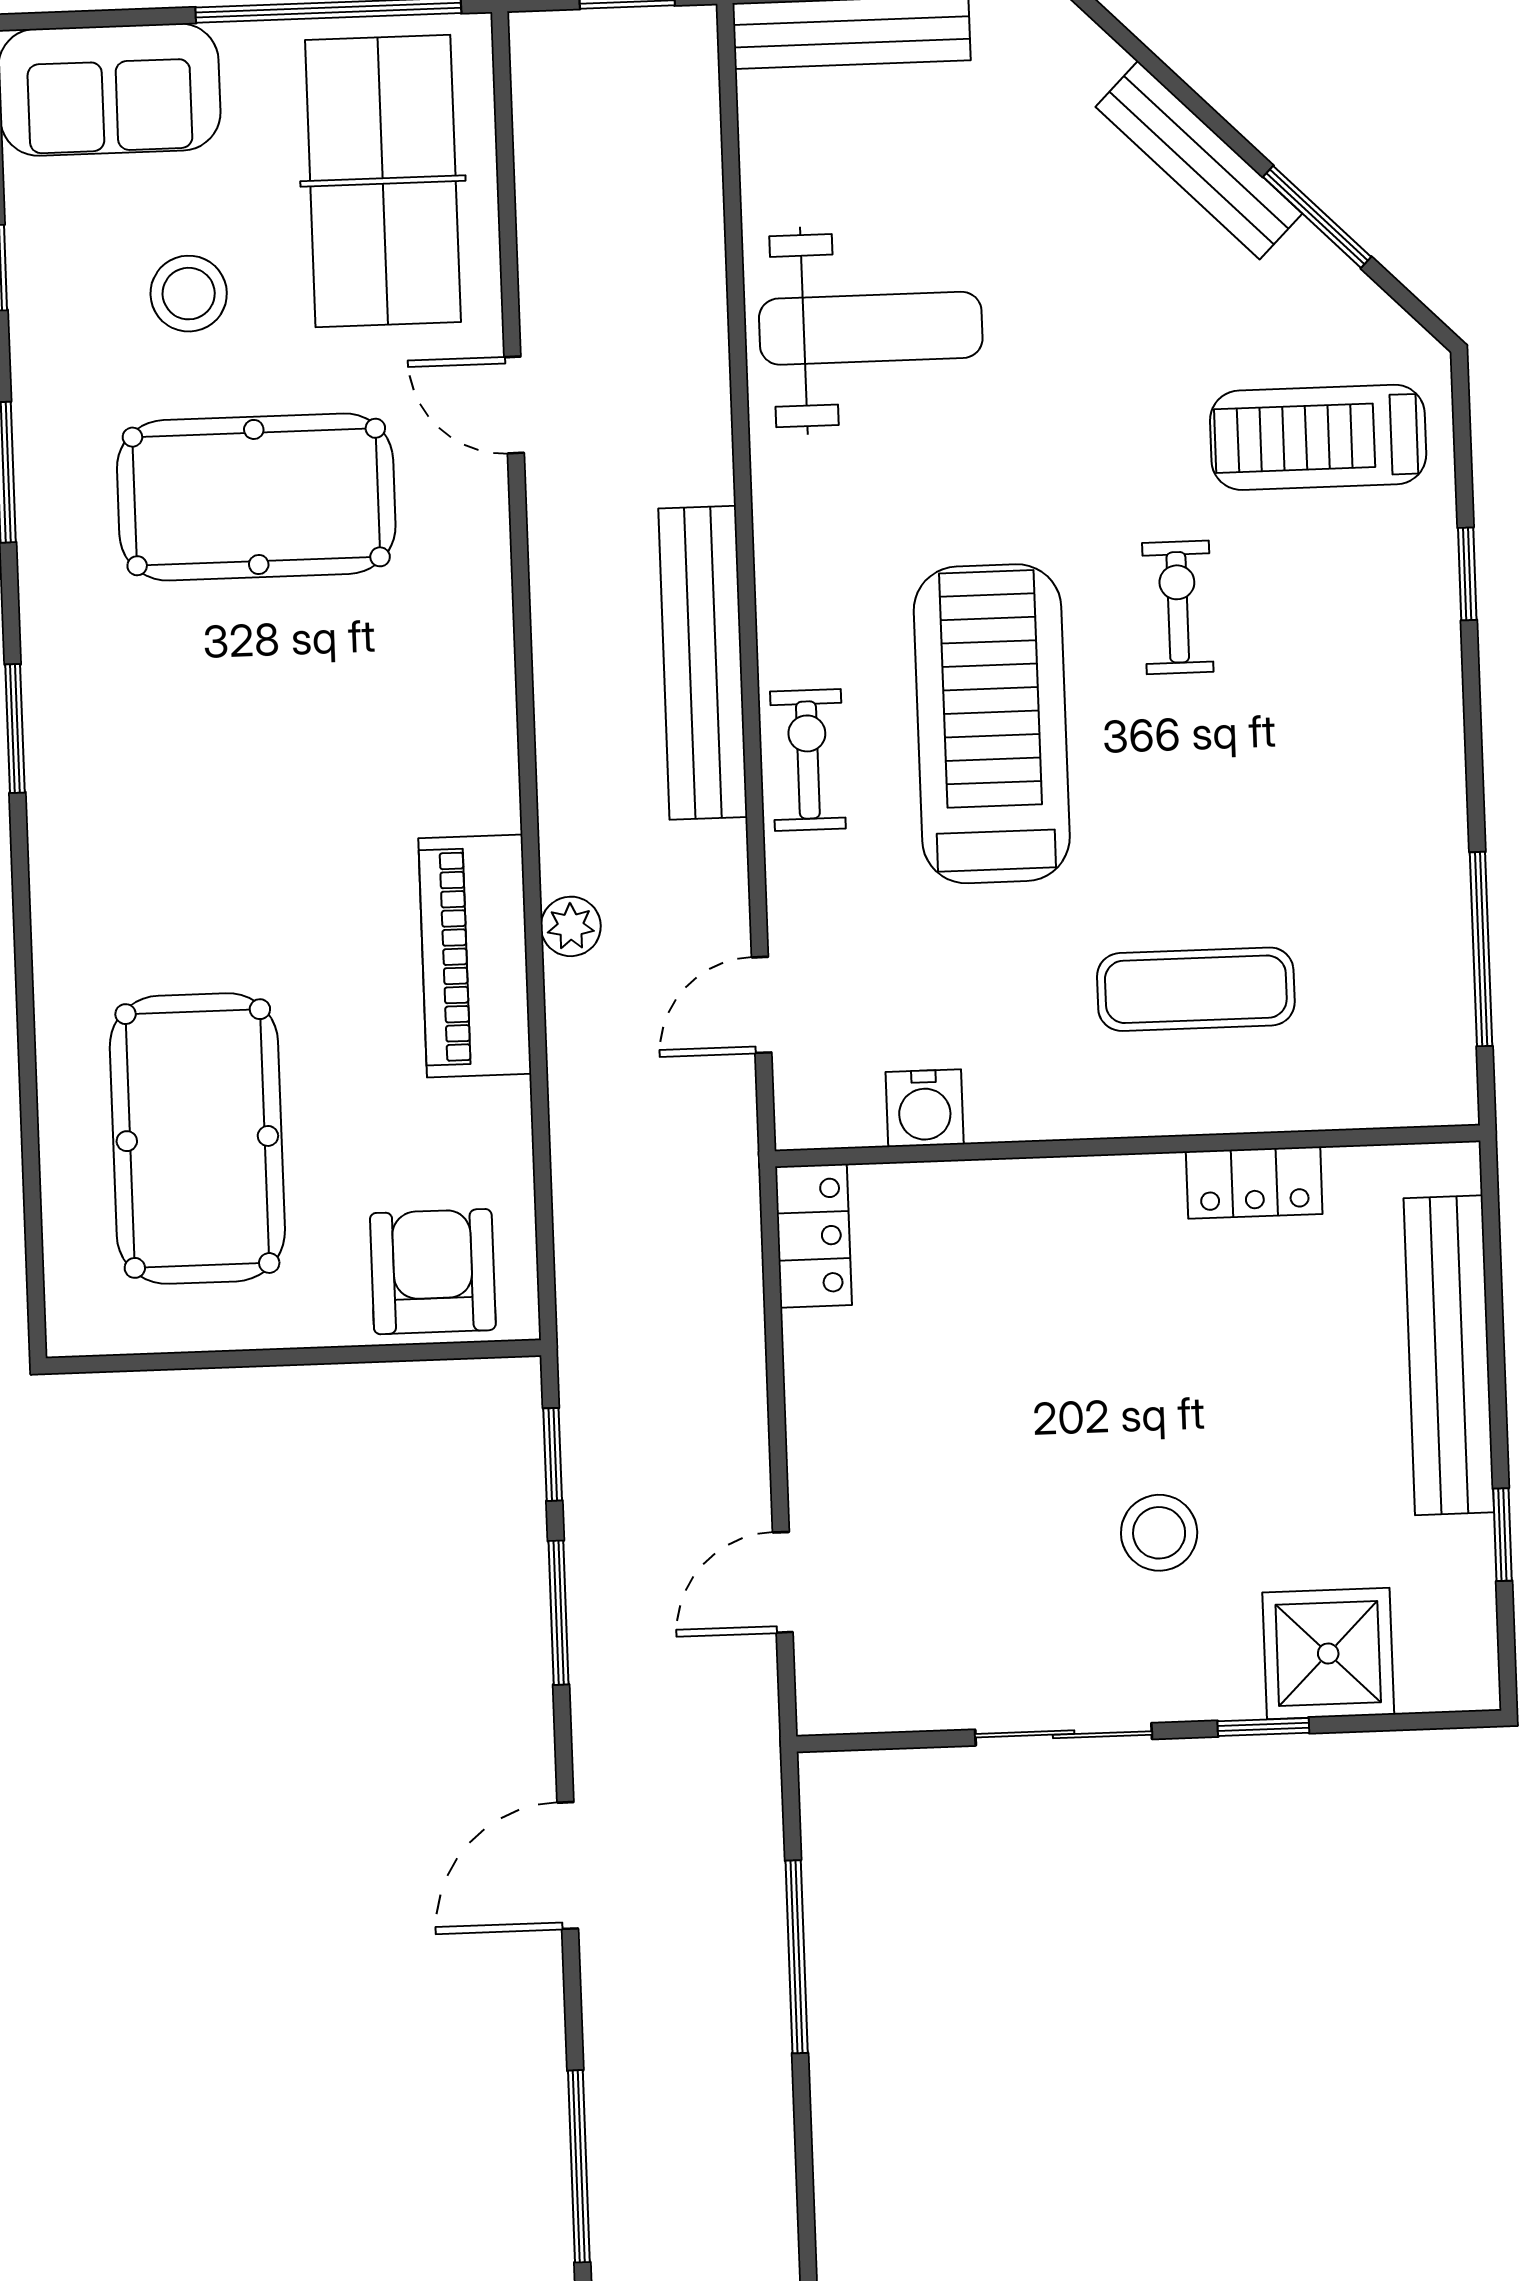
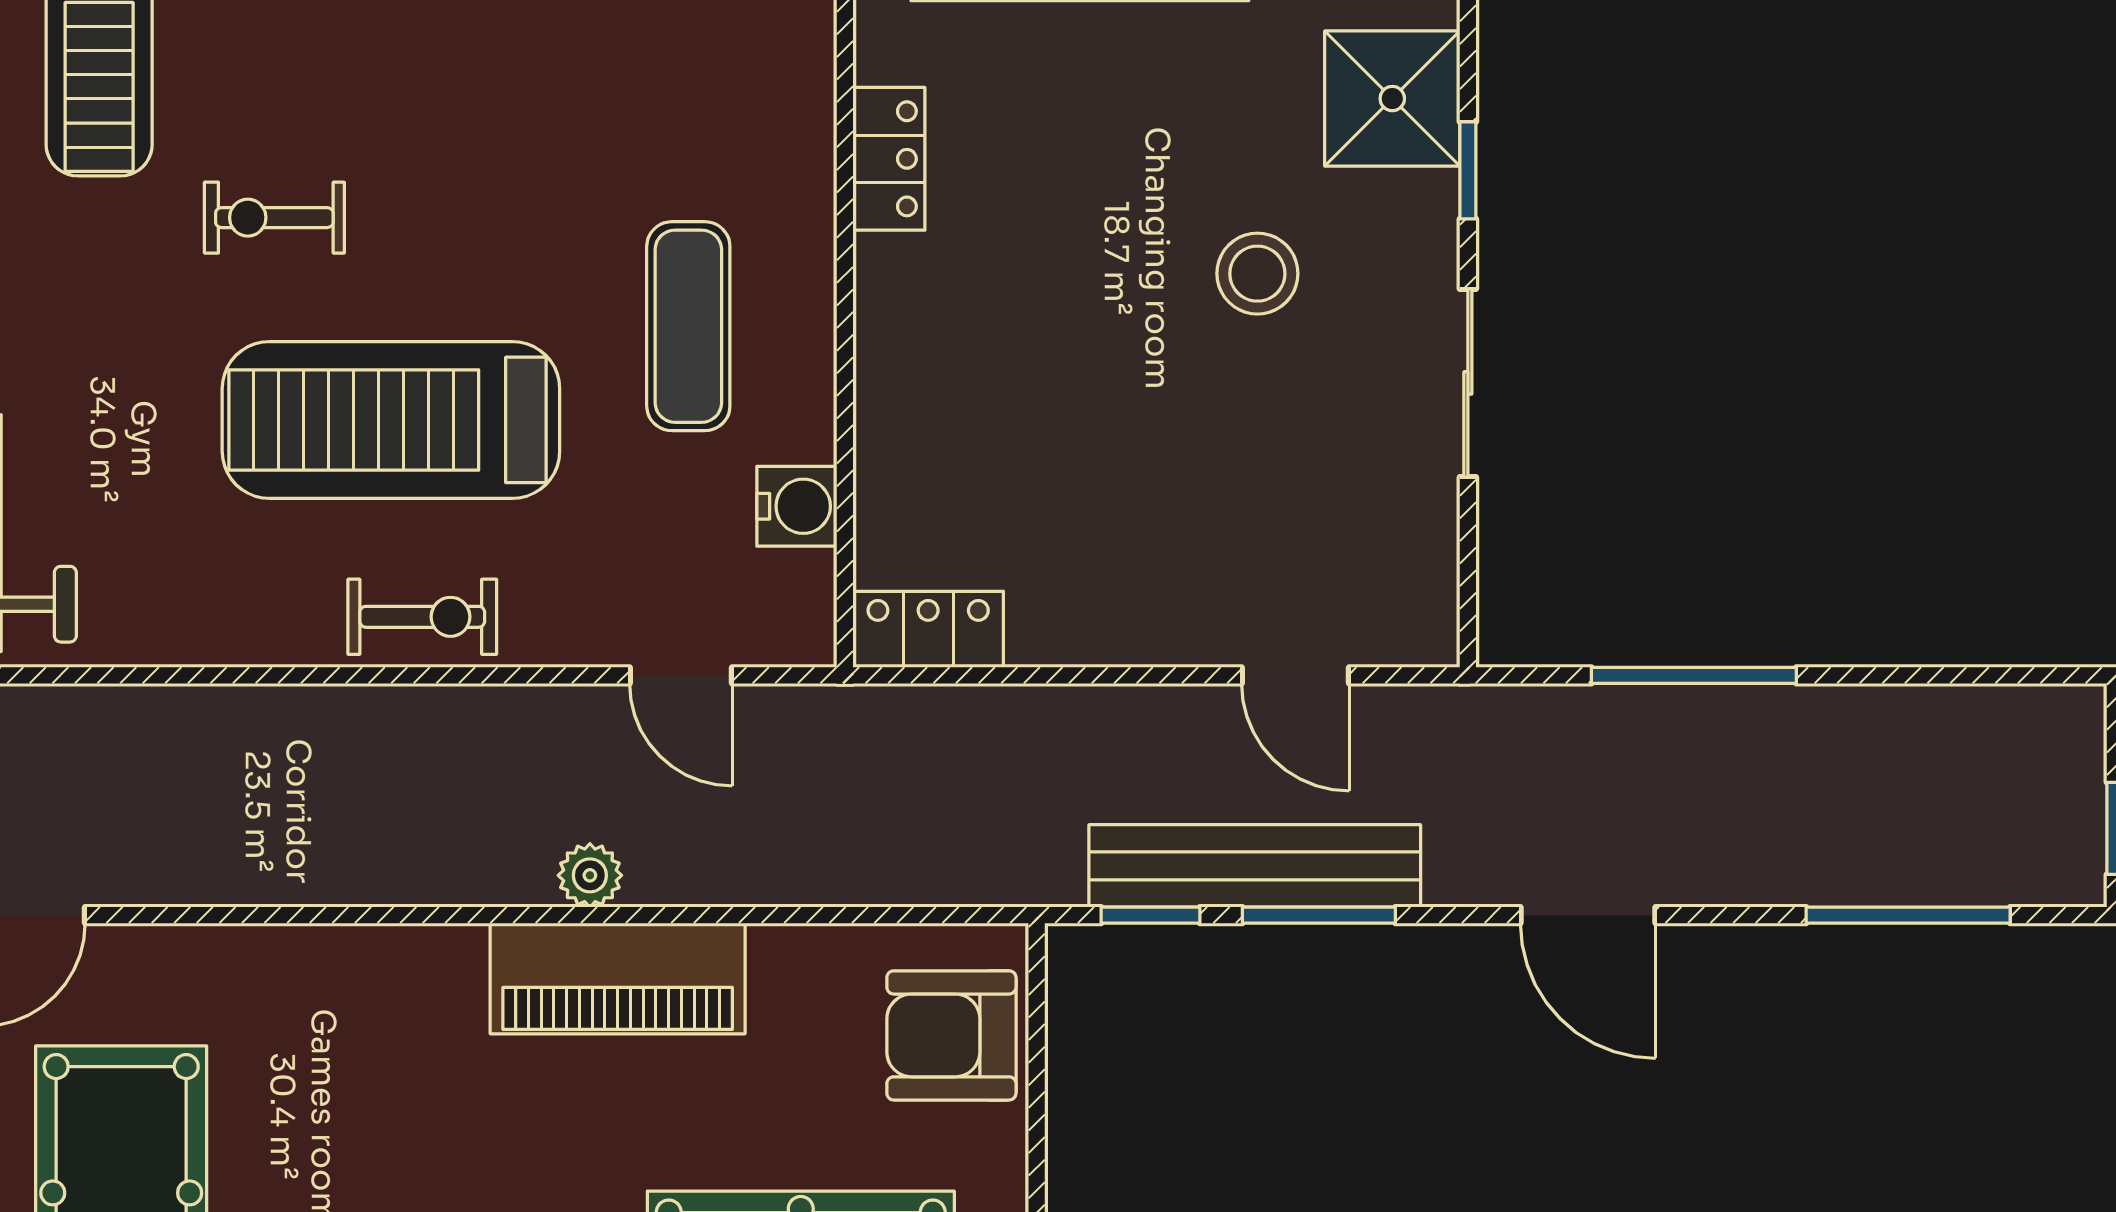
bench: (703, 663) -> (1255, 866), moved
exercise bike: (808, 760) -> (422, 617), turned 180
exercise mat: (1196, 989) -> (688, 326), moved

